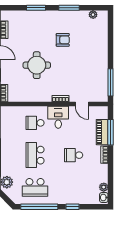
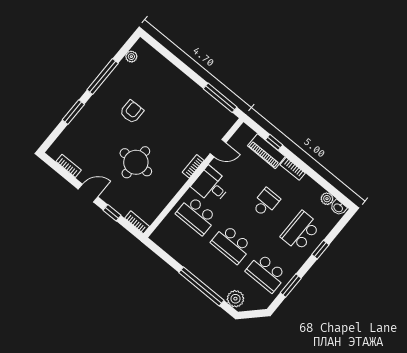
window: (69, 8) -> (103, 76), width x1.44
school desk: (35, 123) -> (197, 215), width x1.85
window: (111, 132) -> (274, 142), width x0.46
school desk: (74, 155) -> (266, 202), turned 180
school desk: (35, 187) -> (266, 273), turned 90
school desk: (74, 187) -> (301, 231), added
window: (39, 207) -> (291, 285), width x0.47

